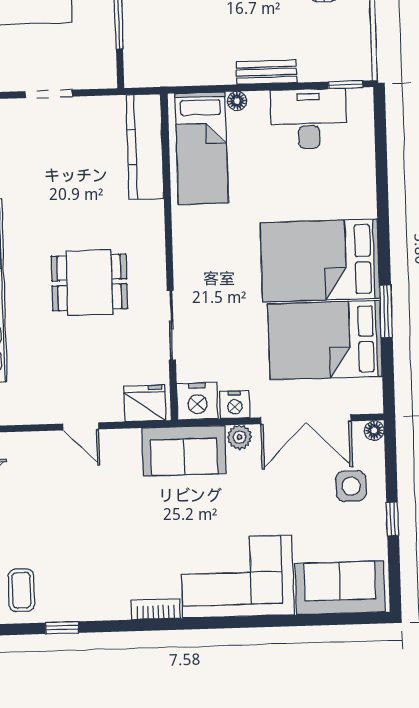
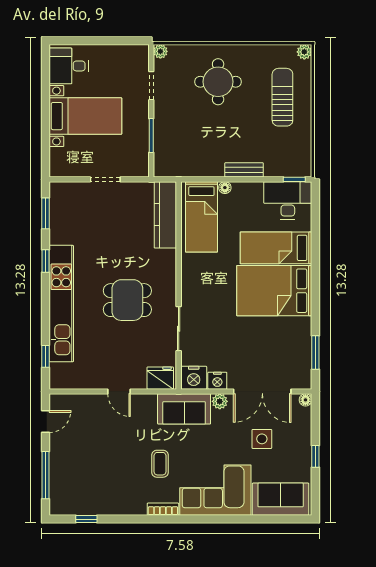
desk: (309, 119) -> (288, 200), moved
window: (386, 311) -> (315, 352), moved
bed: (325, 340) -> (276, 248), moved, width x0.67
side table: (351, 486) -> (262, 439), moved
coffee table: (21, 590) -> (160, 464), moved
window: (62, 628) -> (86, 519), moved

